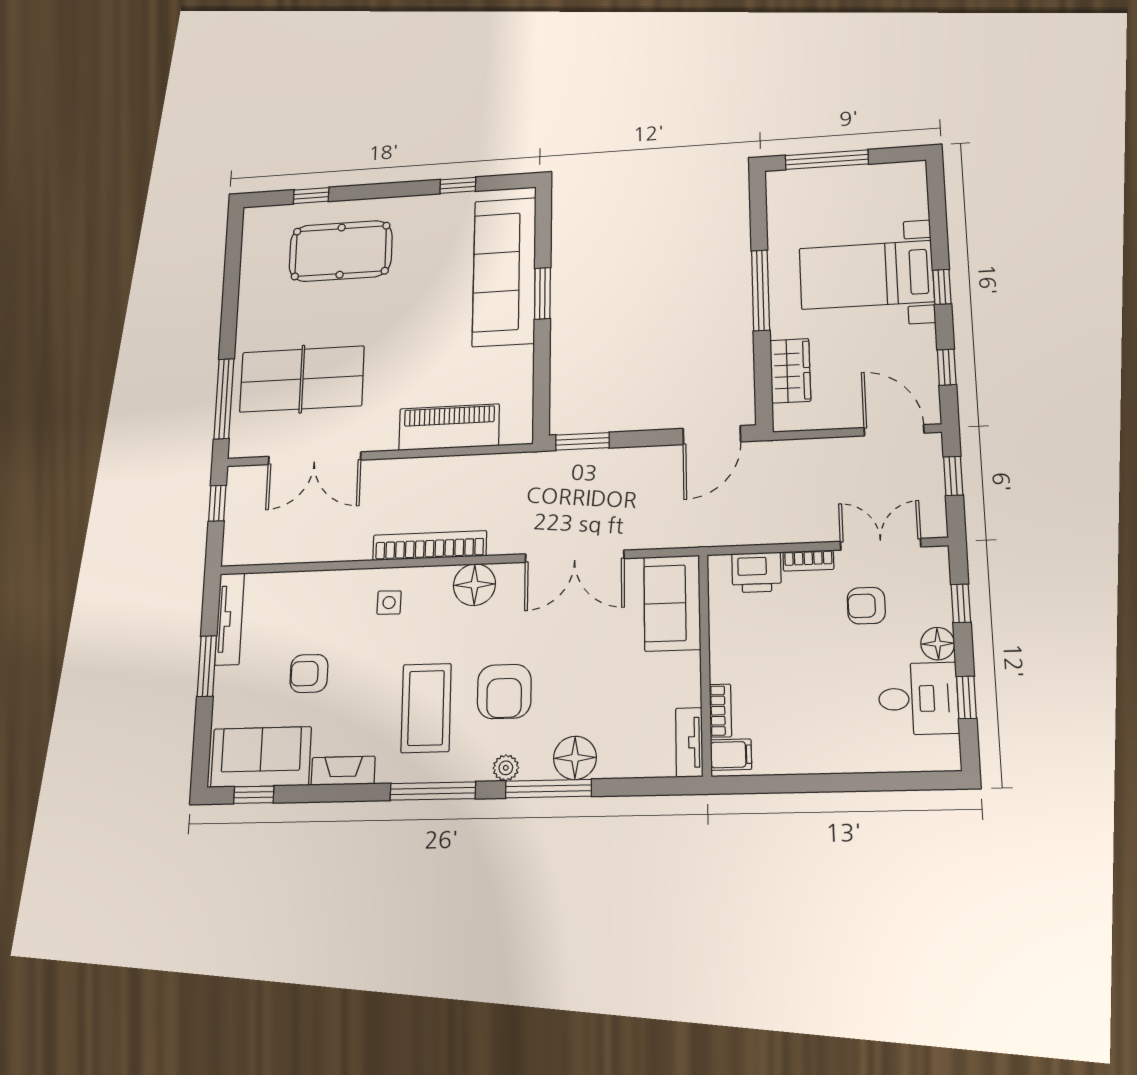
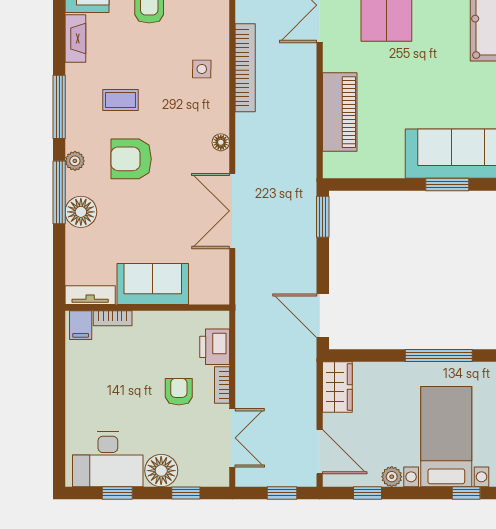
window: (942, 287) -> (466, 493), moved
plant: (923, 338) -> (392, 477), added
wardrobe: (790, 371) -> (337, 387), moved, turned -90
door: (894, 430) -> (320, 452), hinge flipped
bookcase: (430, 546) -> (245, 68), moved
floor lamp: (474, 585) -> (221, 142), width x0.53, depth x0.53
sofa: (672, 603) -> (153, 284), moved
armchair: (866, 606) -> (179, 392), moved
floor lamp: (938, 644) -> (161, 471), width x1.38, depth x1.38
desk: (918, 699) -> (108, 459), width x1.37
coffee table: (426, 708) -> (121, 100), width x0.54, depth x0.58

